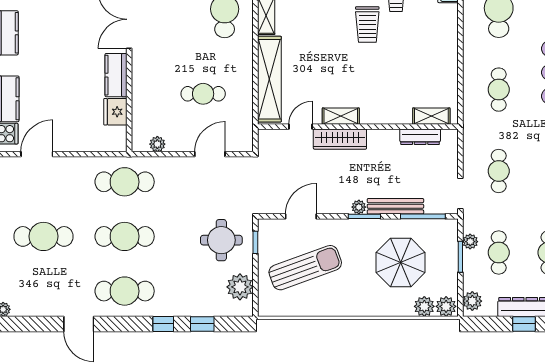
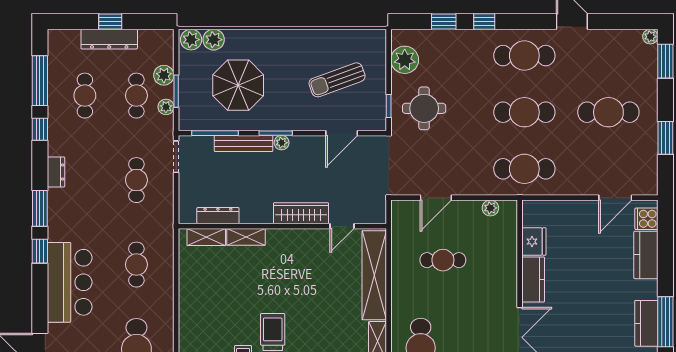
shelving: (341, 116) -> (246, 237), moved
sun lounger: (305, 268) -> (337, 80), width x0.73, depth x0.75
plant: (472, 301) -> (164, 75), moved

